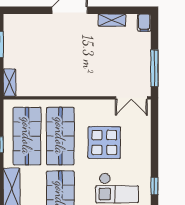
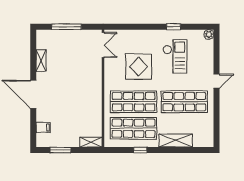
filing cabinet: (144, 23) -> (43, 128), moved
window: (154, 68) -> (66, 27), moved

